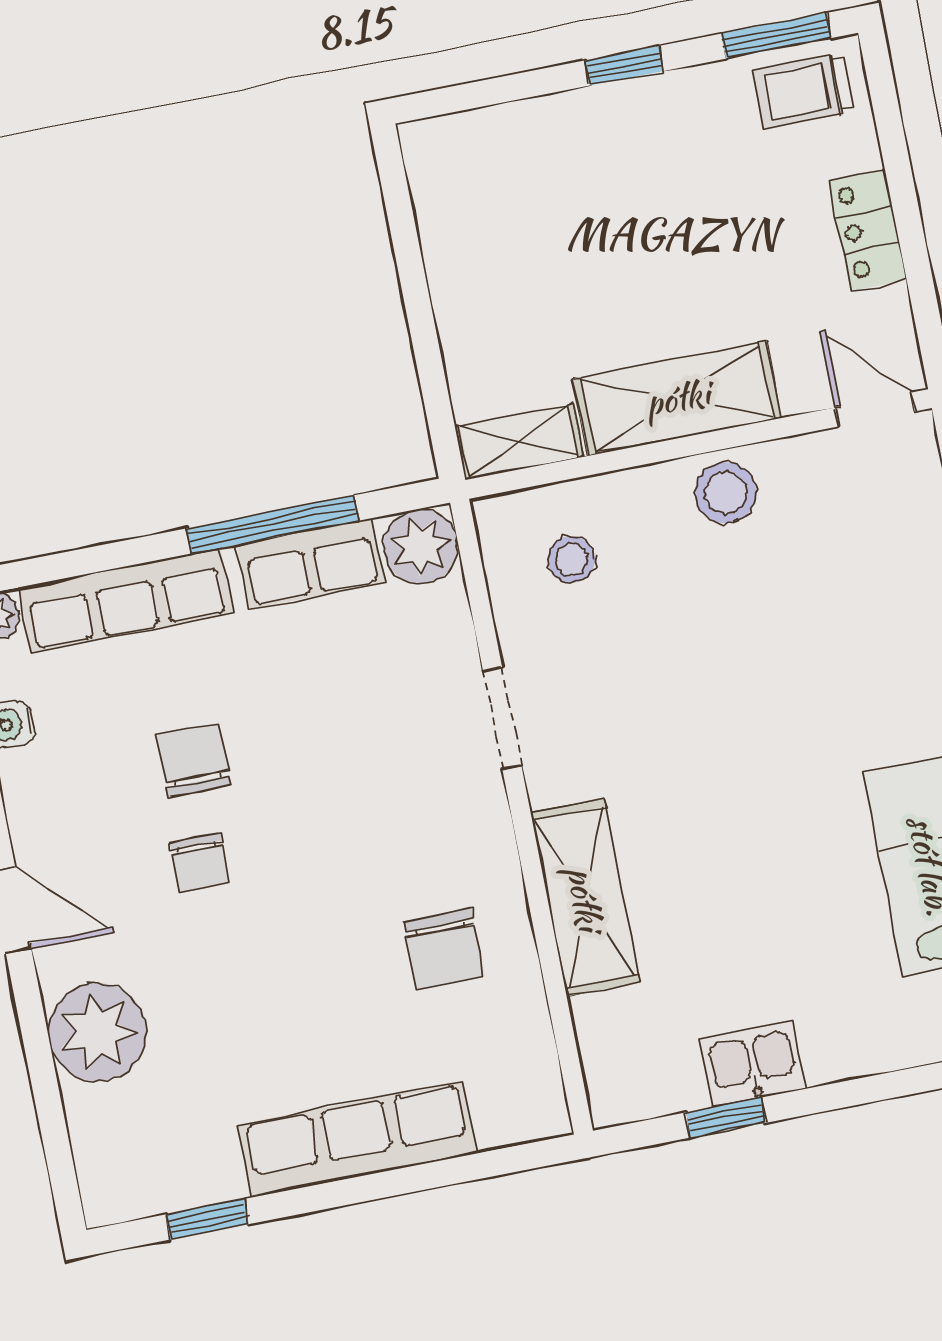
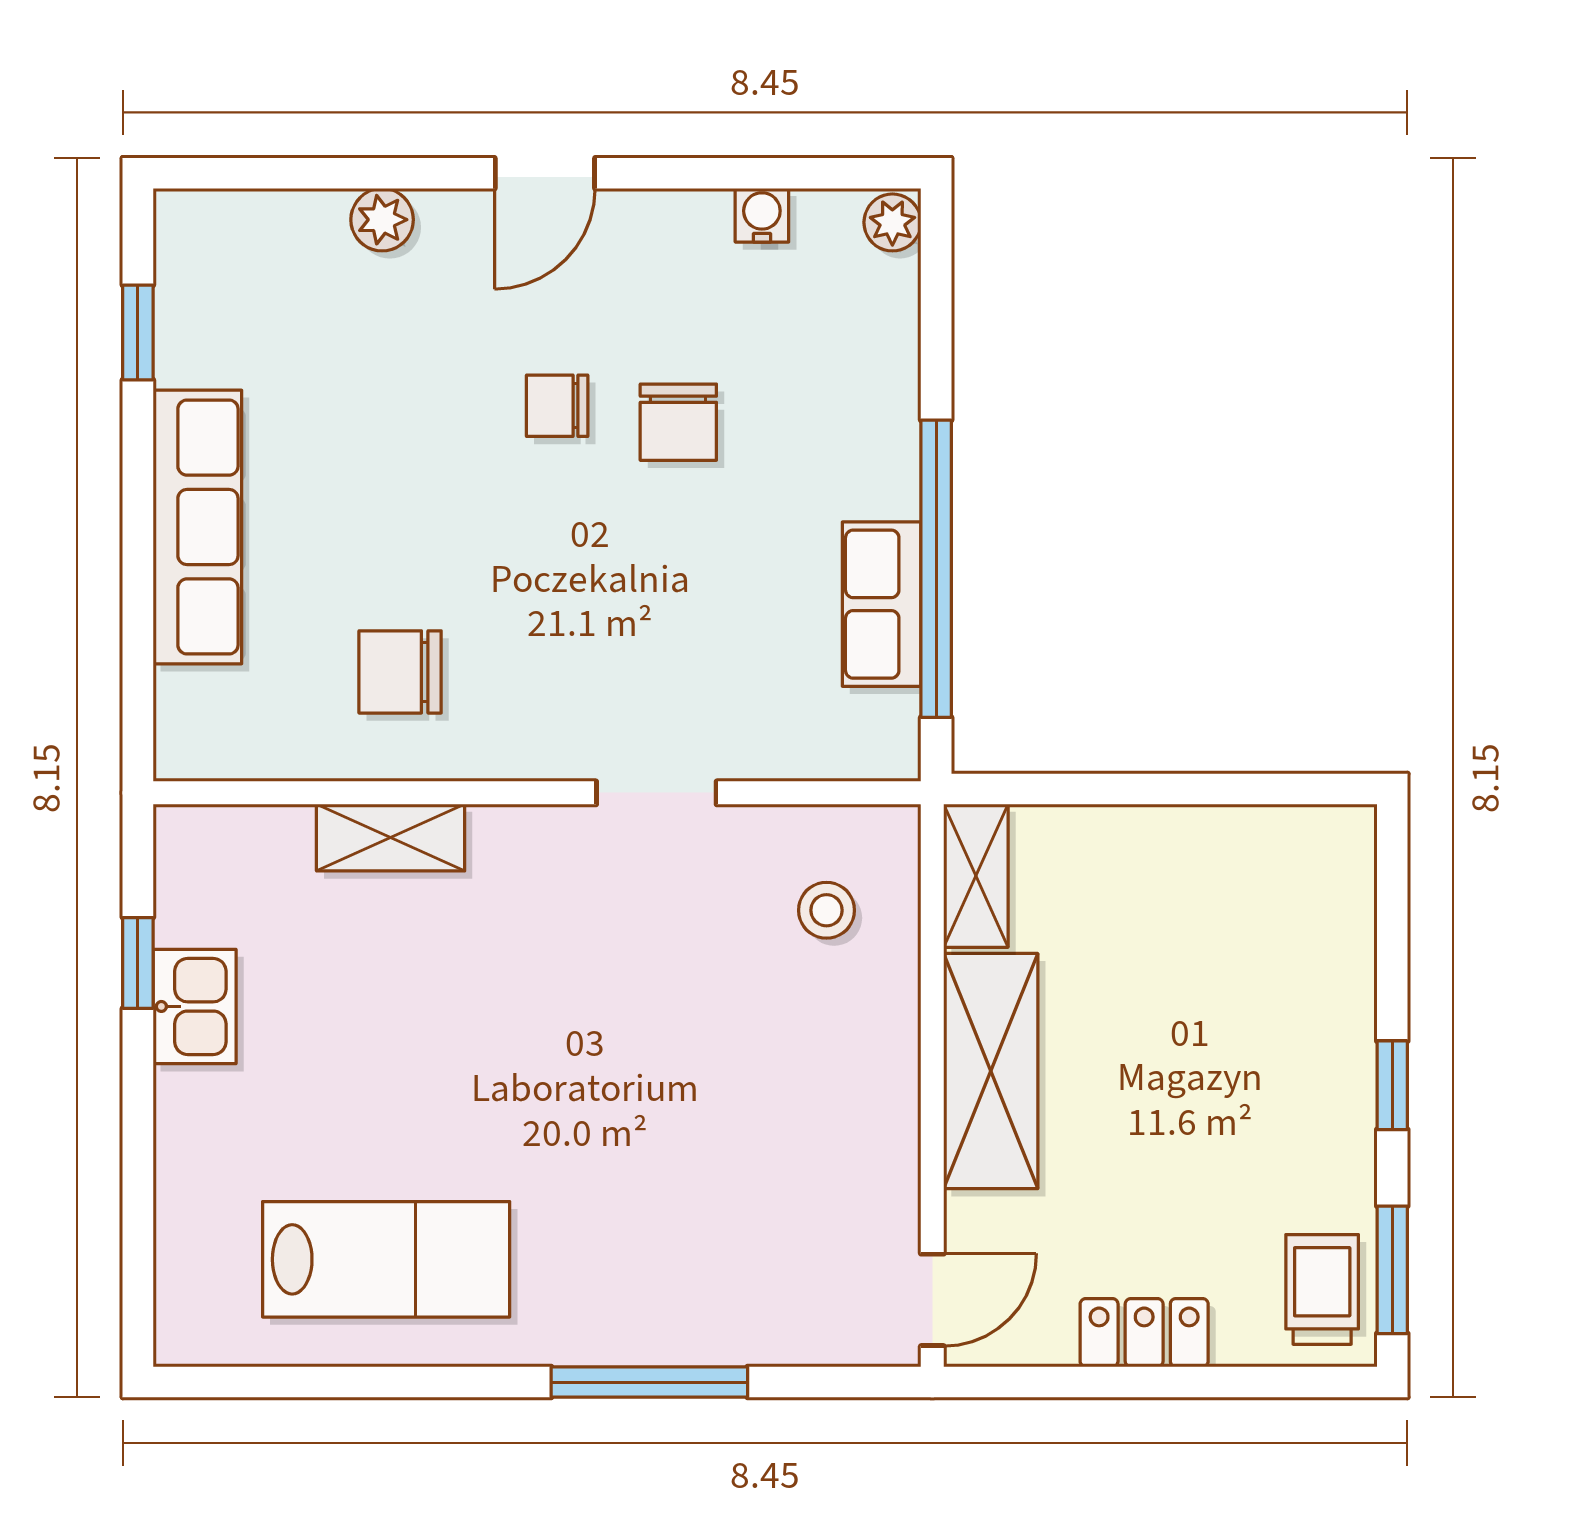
stool: (726, 493) -> (869, 1106), removed
window: (273, 524) -> (936, 569), width x1.46
plant: (421, 546) -> (876, 737), removed
row of seats: (126, 600) -> (881, 380), removed
chair: (194, 760) -> (678, 422), turned 90
shelving: (585, 898) -> (391, 838), width x0.67, depth x0.75
plant: (97, 1032) -> (382, 220), width x0.53, depth x0.53

